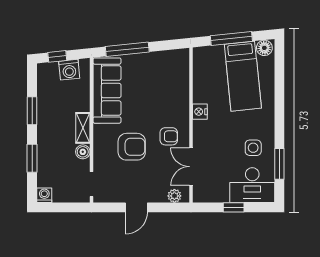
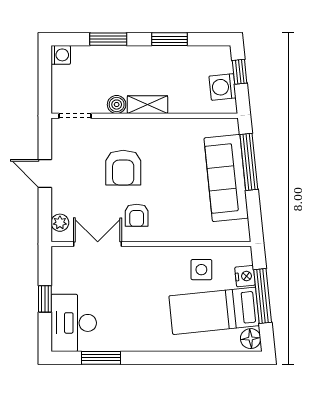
sofa: (107, 91) -> (226, 178), moved, turned 84
nightstand: (200, 112) -> (245, 276), moved, turned 84
side table: (253, 148) -> (201, 270), moved

